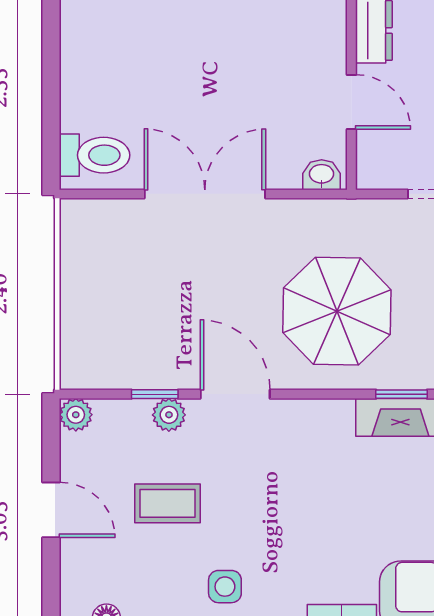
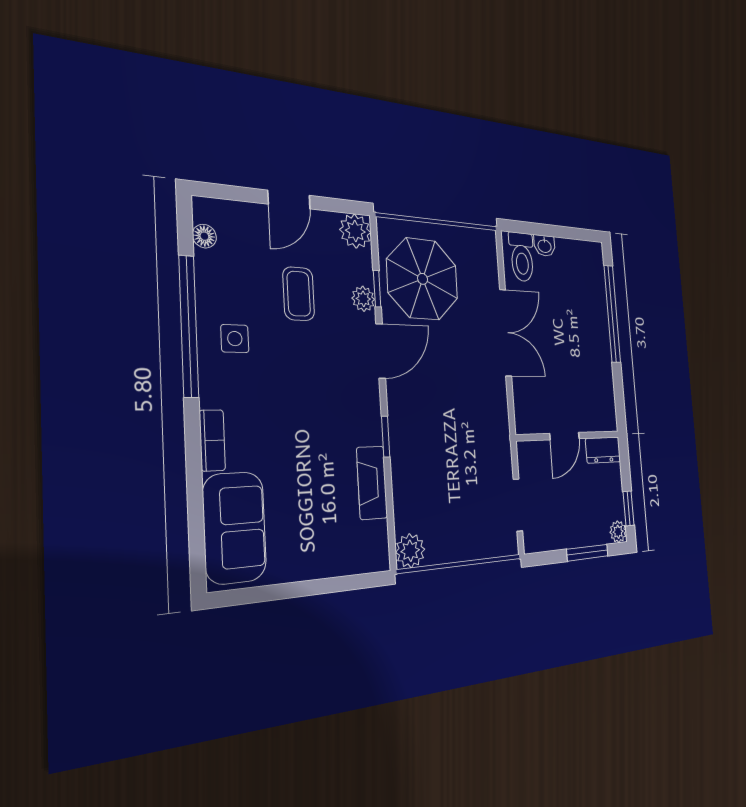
washbasin: (322, 175) -> (545, 246), moved, turned 90
parasol: (337, 311) -> (423, 279), moved
window: (402, 394) -> (386, 437), moved
plant: (76, 415) -> (355, 231), width x1.38, depth x1.38

